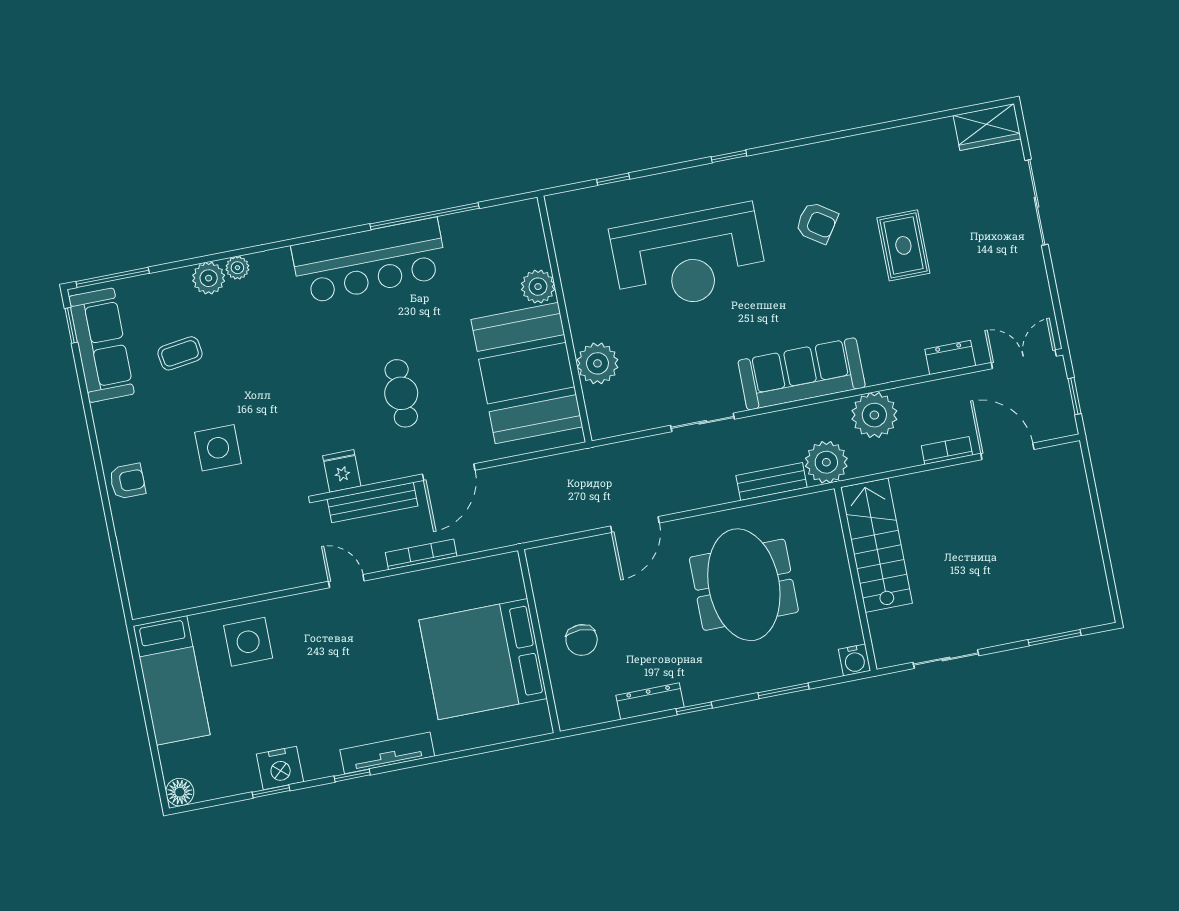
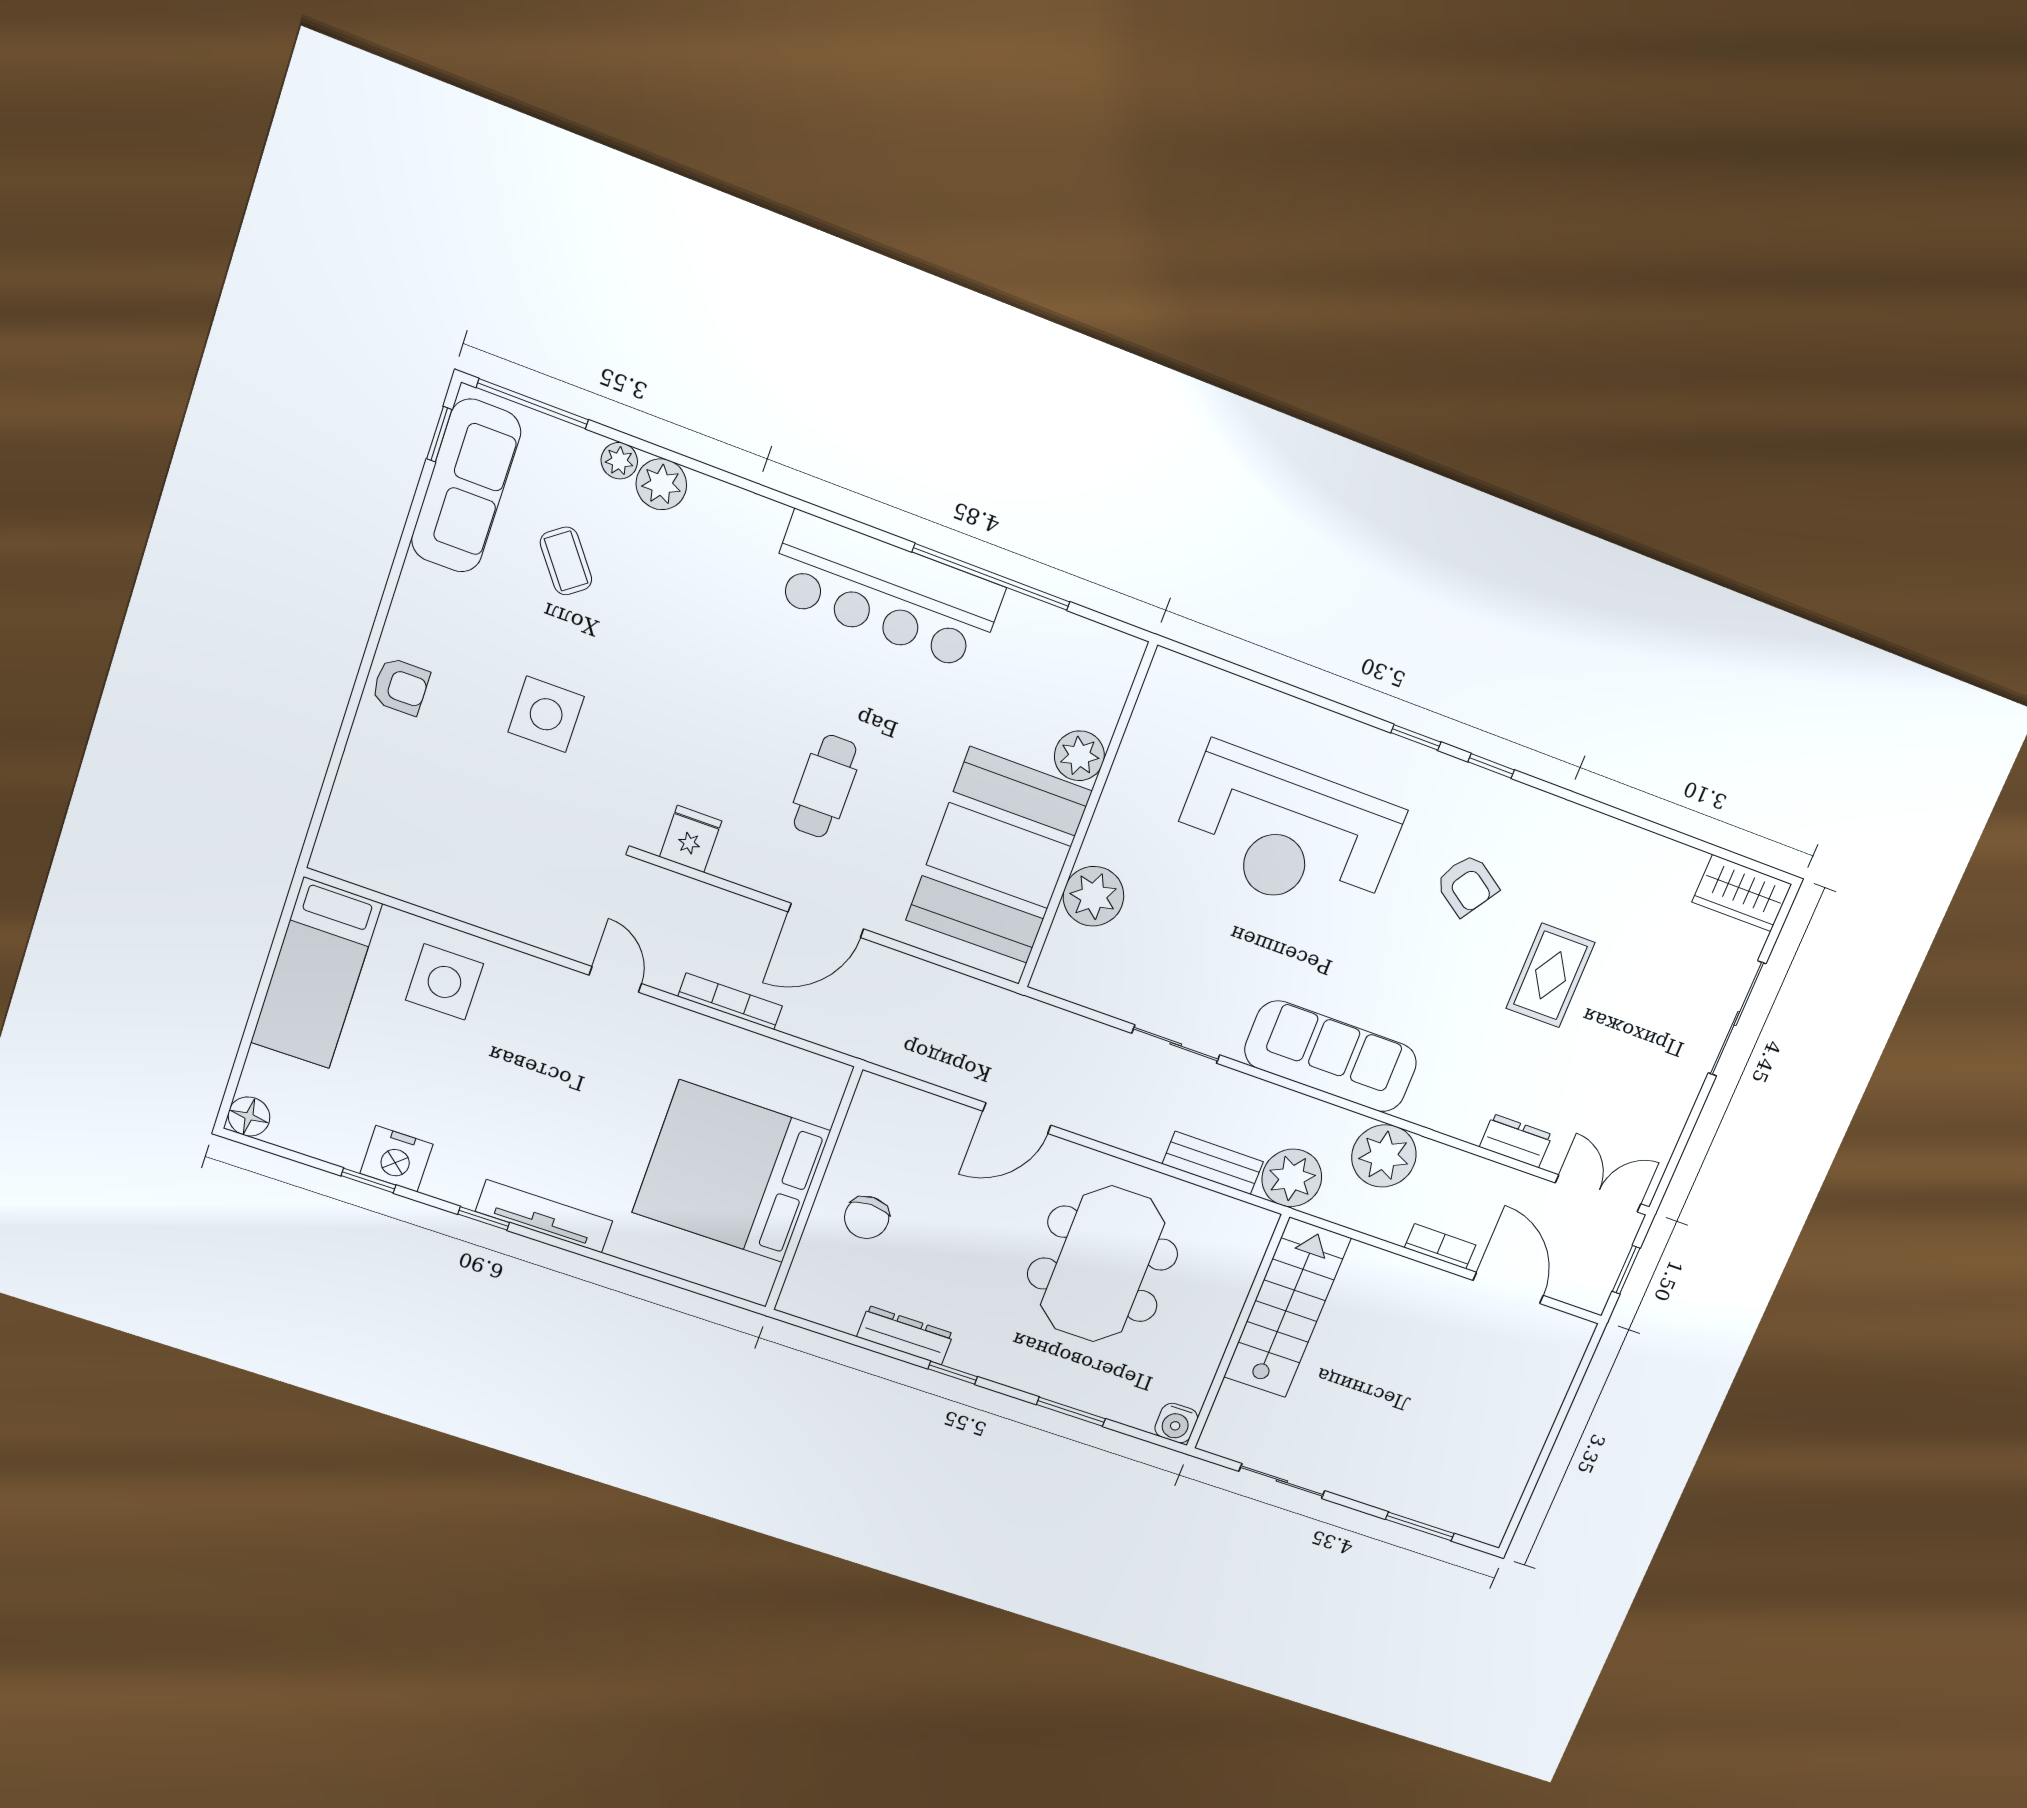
window: (613, 179) -> (1491, 766), moved
plant: (237, 268) -> (619, 461), moved
coffee table: (180, 353) -> (566, 561), turned 61
bench: (373, 503) -> (707, 901), removed

